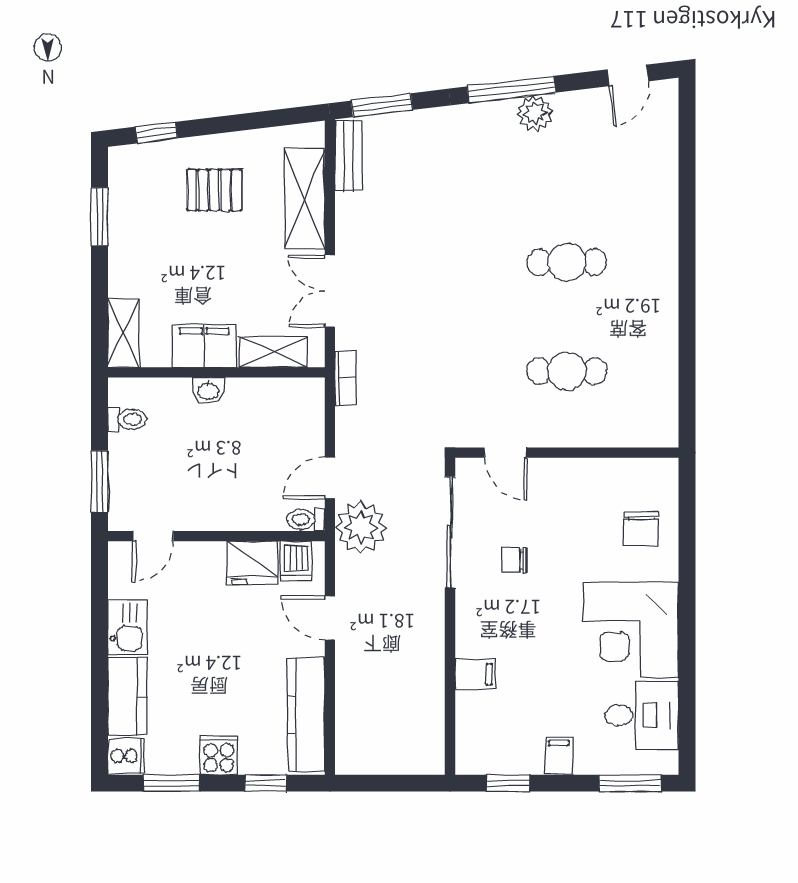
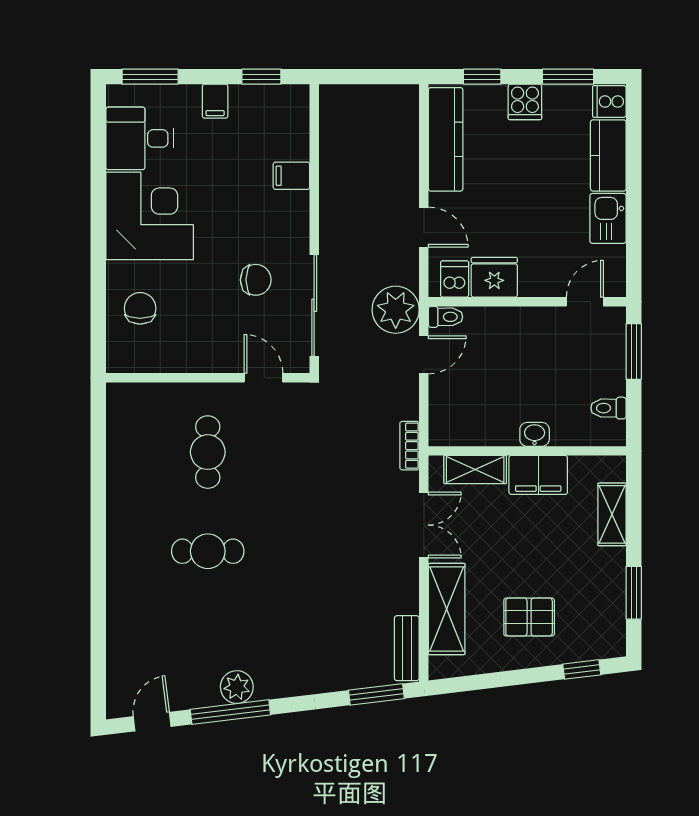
window: (511, 90) -> (230, 712), moved
shelving: (123, 333) -> (612, 514), moved
cafe table: (567, 371) -> (208, 452), turned 90
chair: (514, 560) -> (256, 280), width x1.37, depth x1.37

